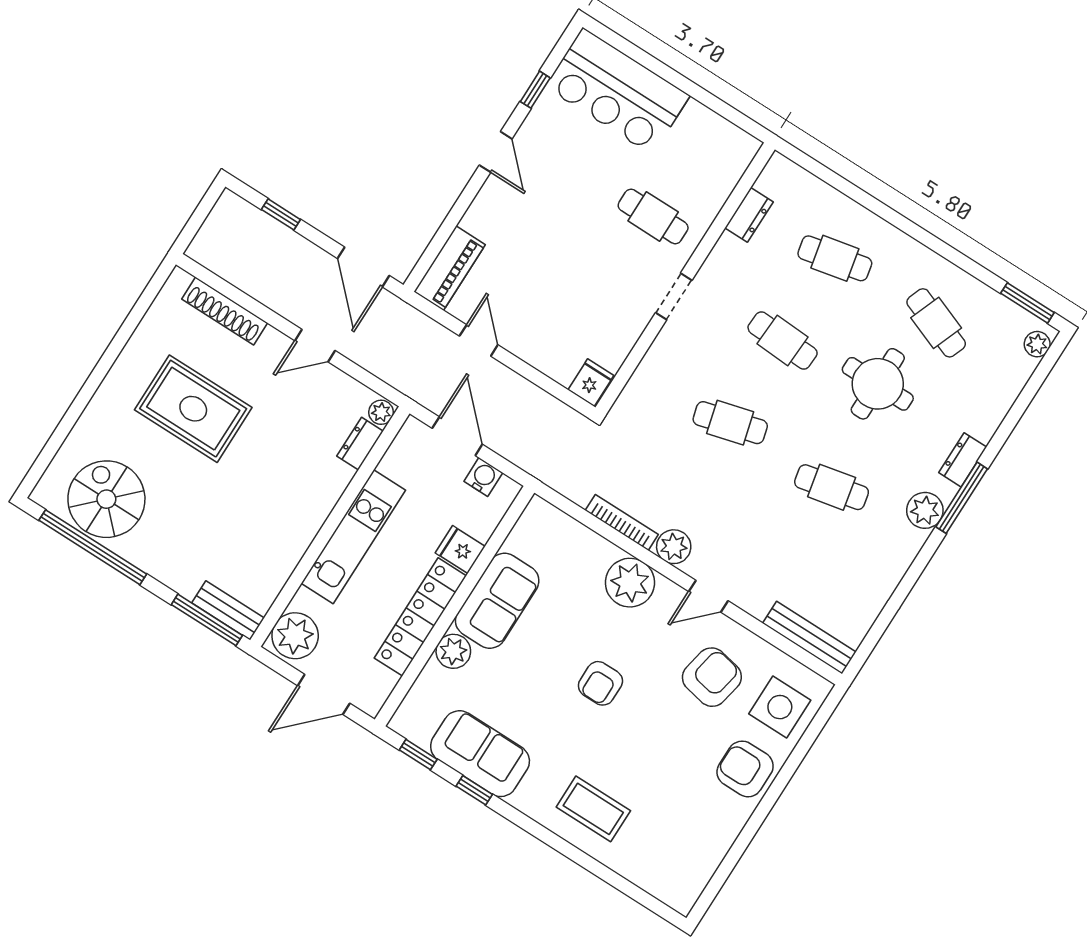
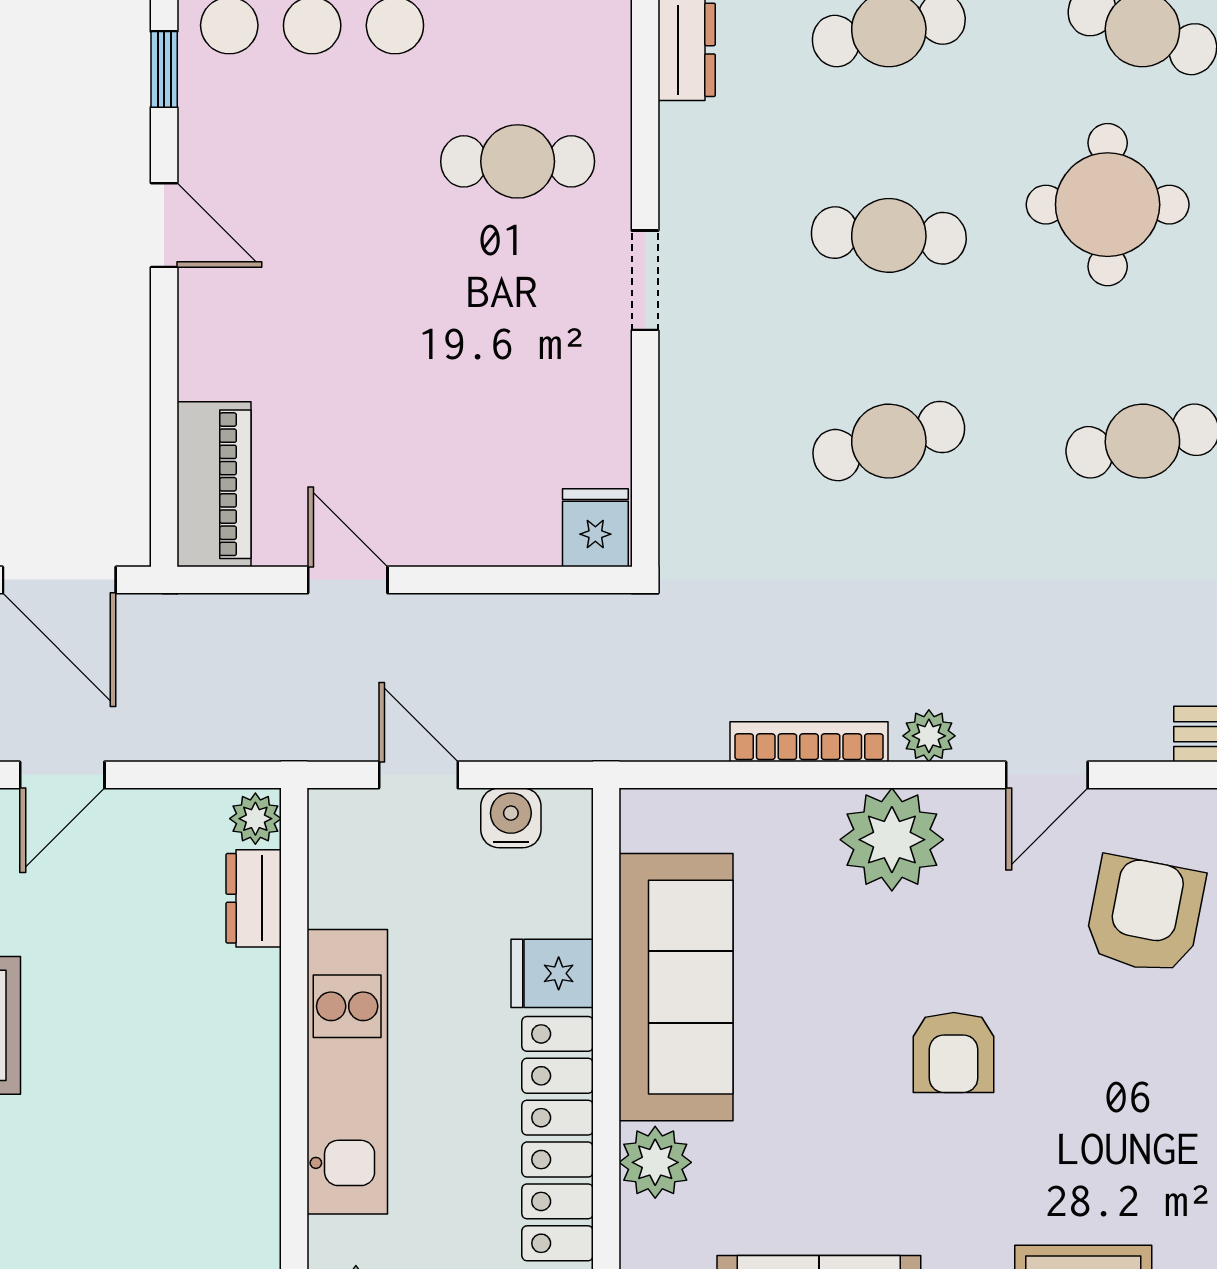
door: (457, 436) -> (418, 775), width x0.73
plant: (674, 547) -> (929, 736), width x0.73, depth x0.73
sofa: (497, 601) -> (676, 987), width x1.36

